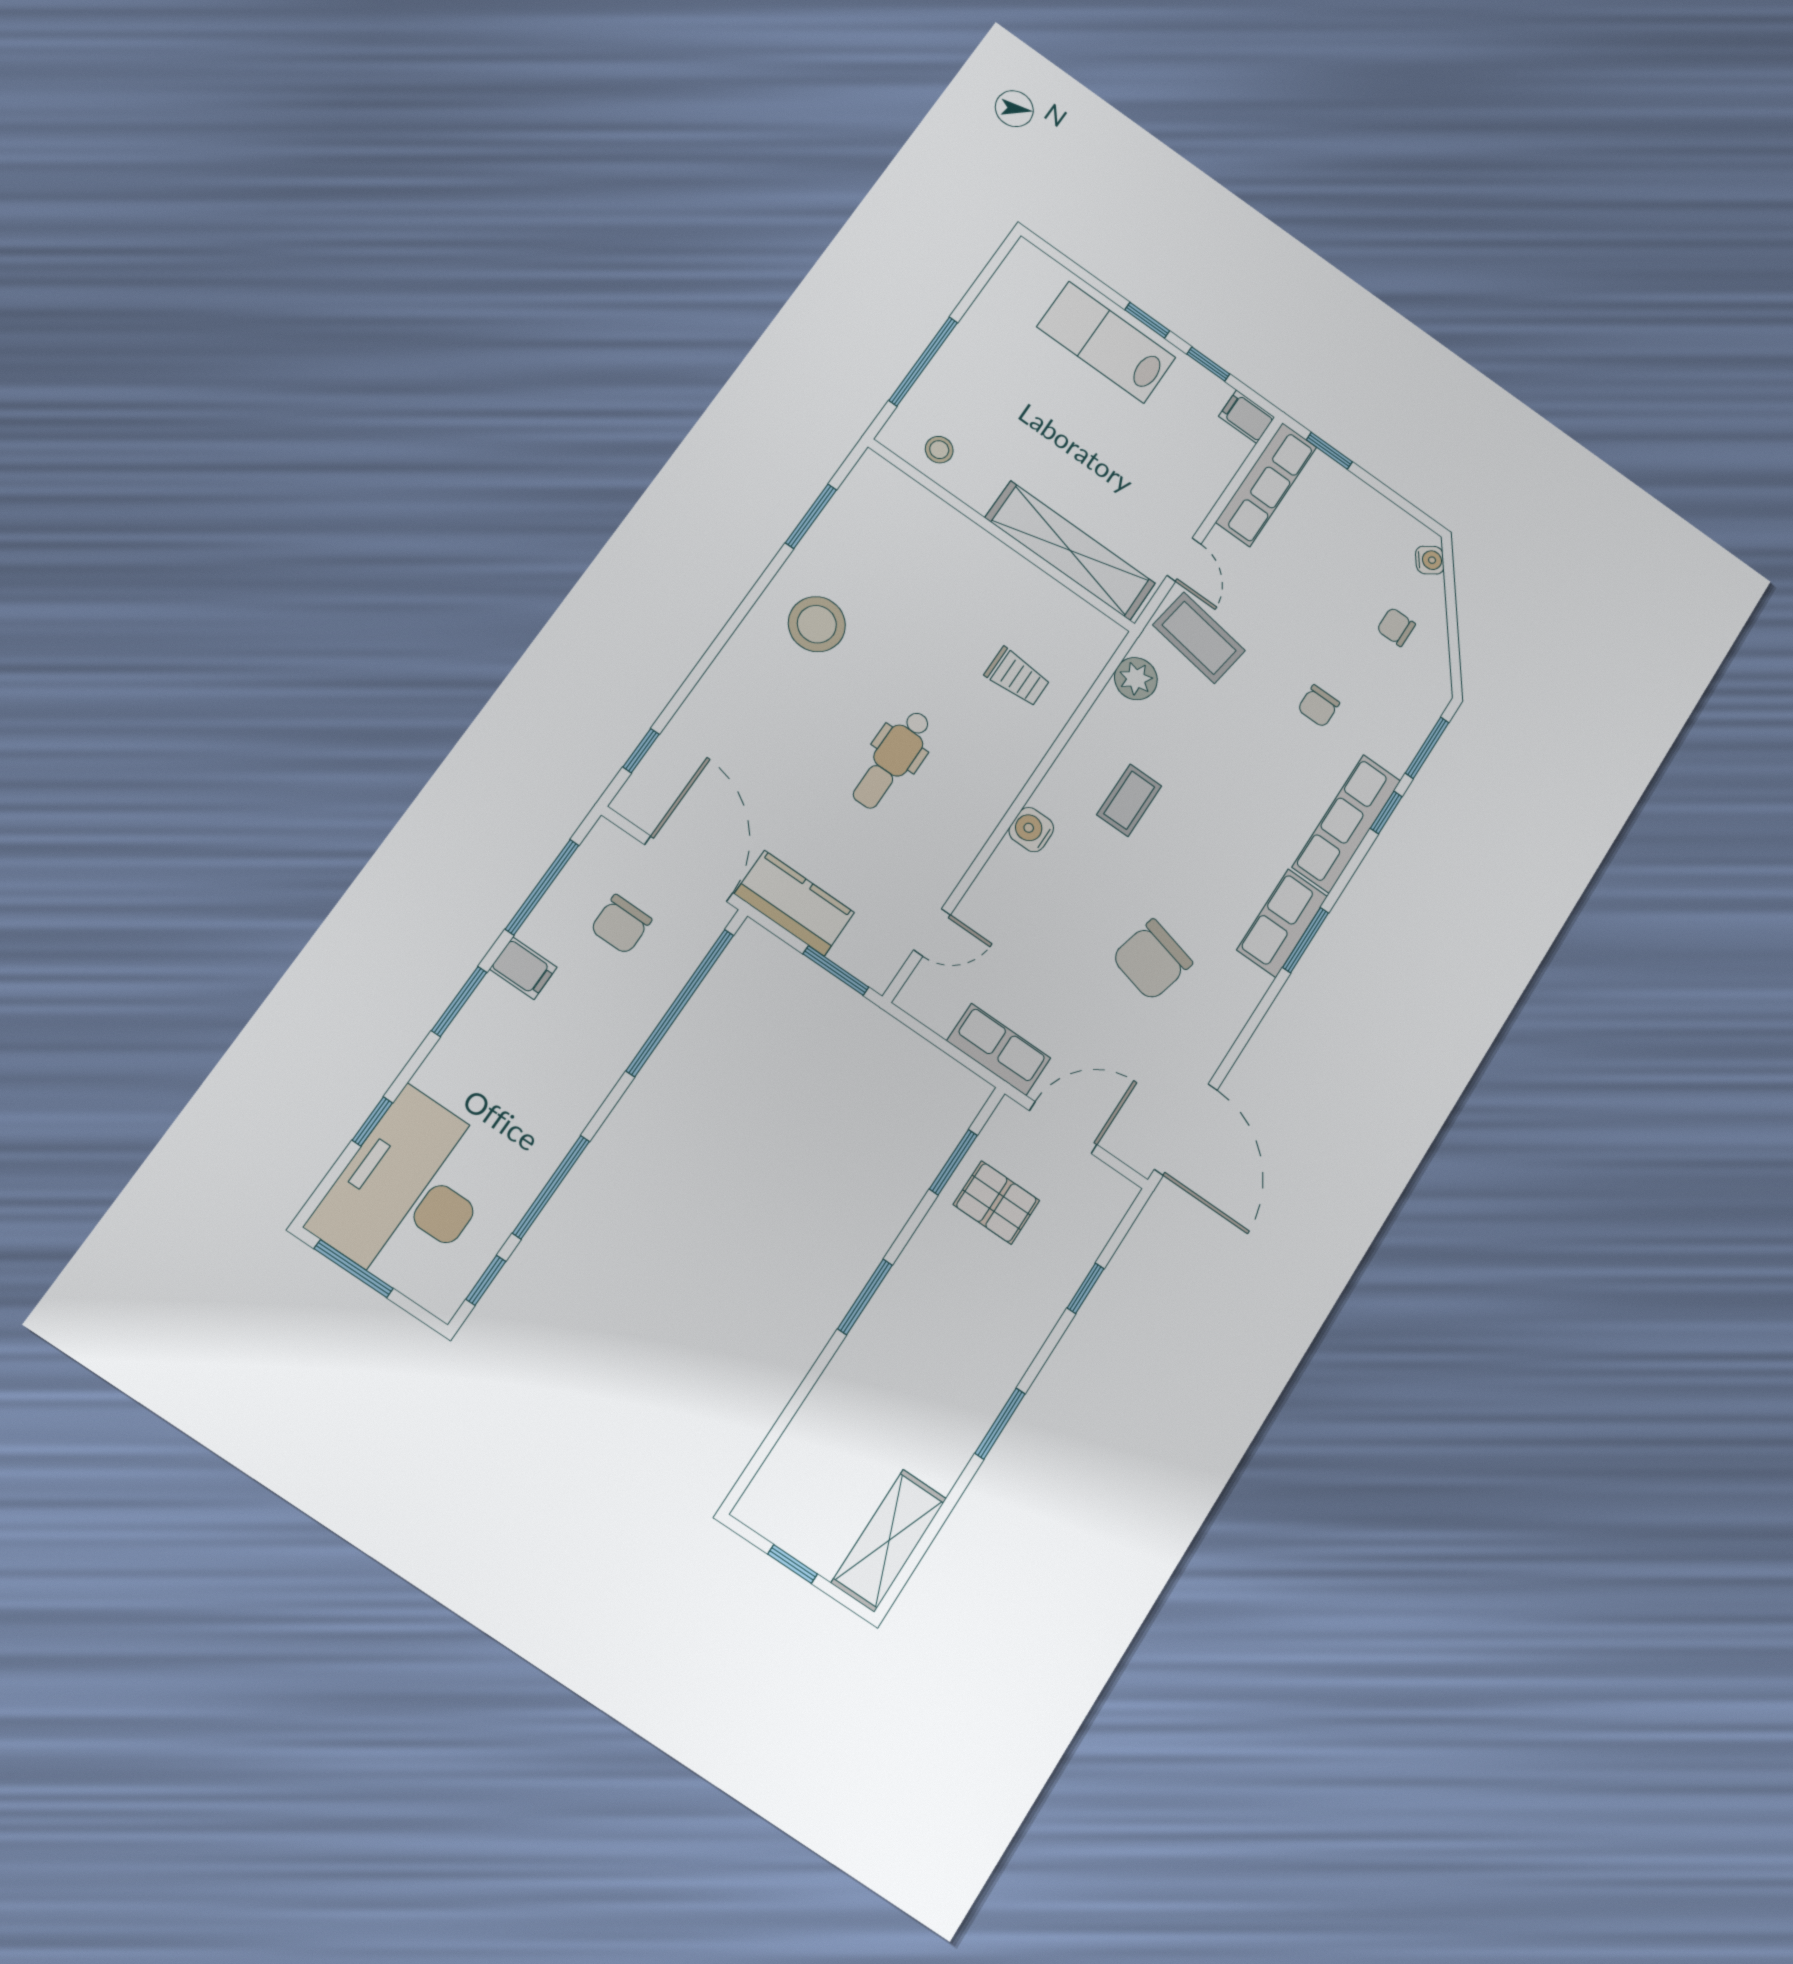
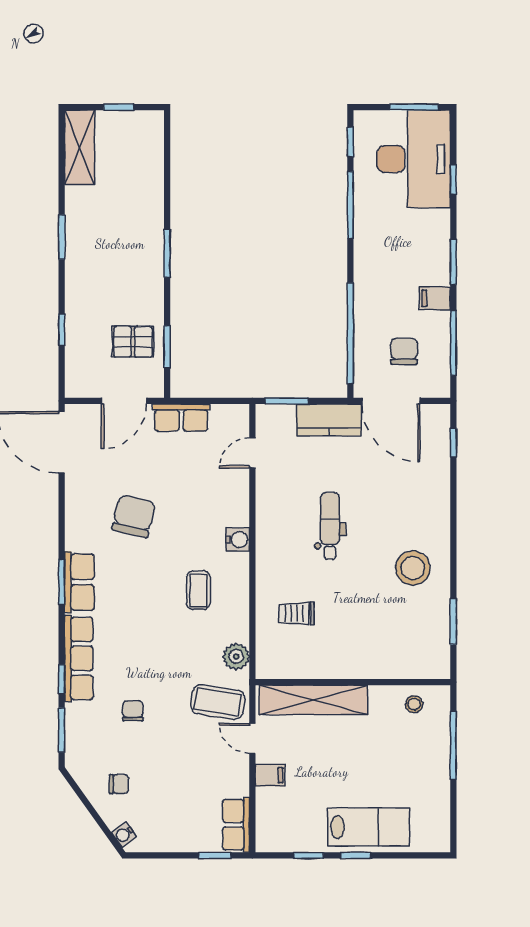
filing cabinet: (1247, 417) -> (270, 775), moved
row of seats: (1266, 485) -> (236, 825), width x0.68

